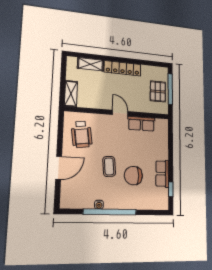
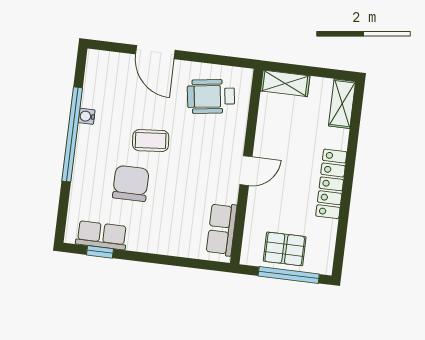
shelving: (91, 64) -> (342, 104), moved
row of seats: (141, 124) -> (222, 229), moved
row of seats: (162, 174) -> (102, 235), moved

